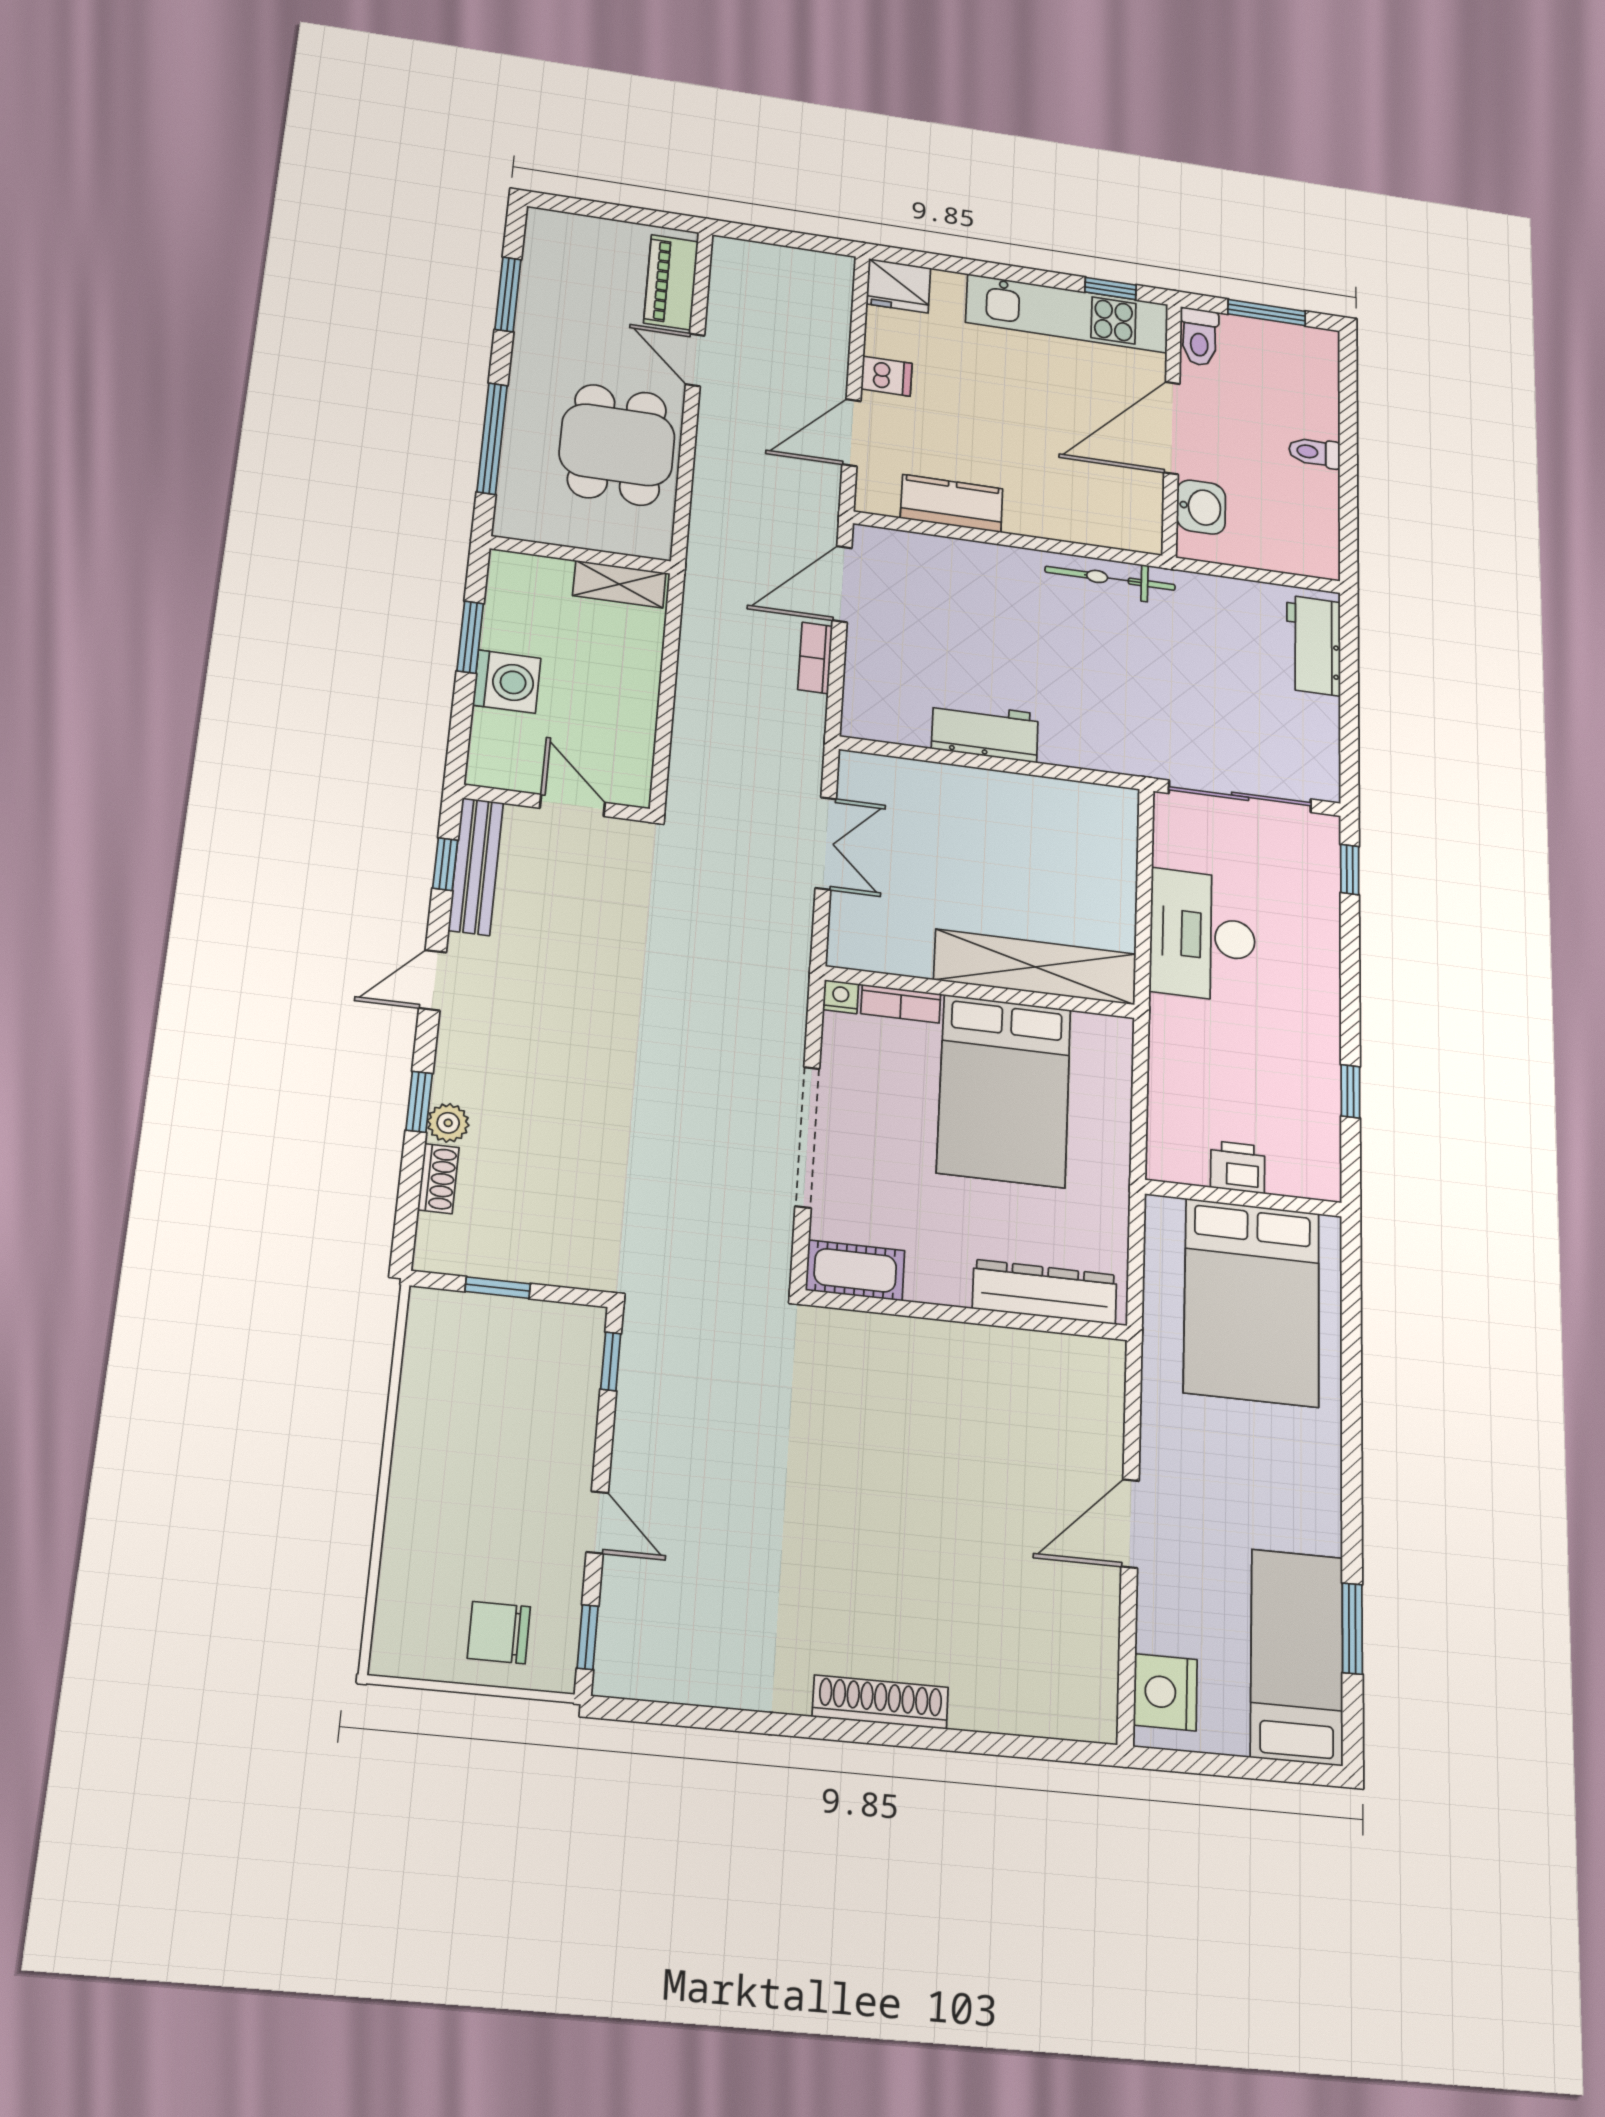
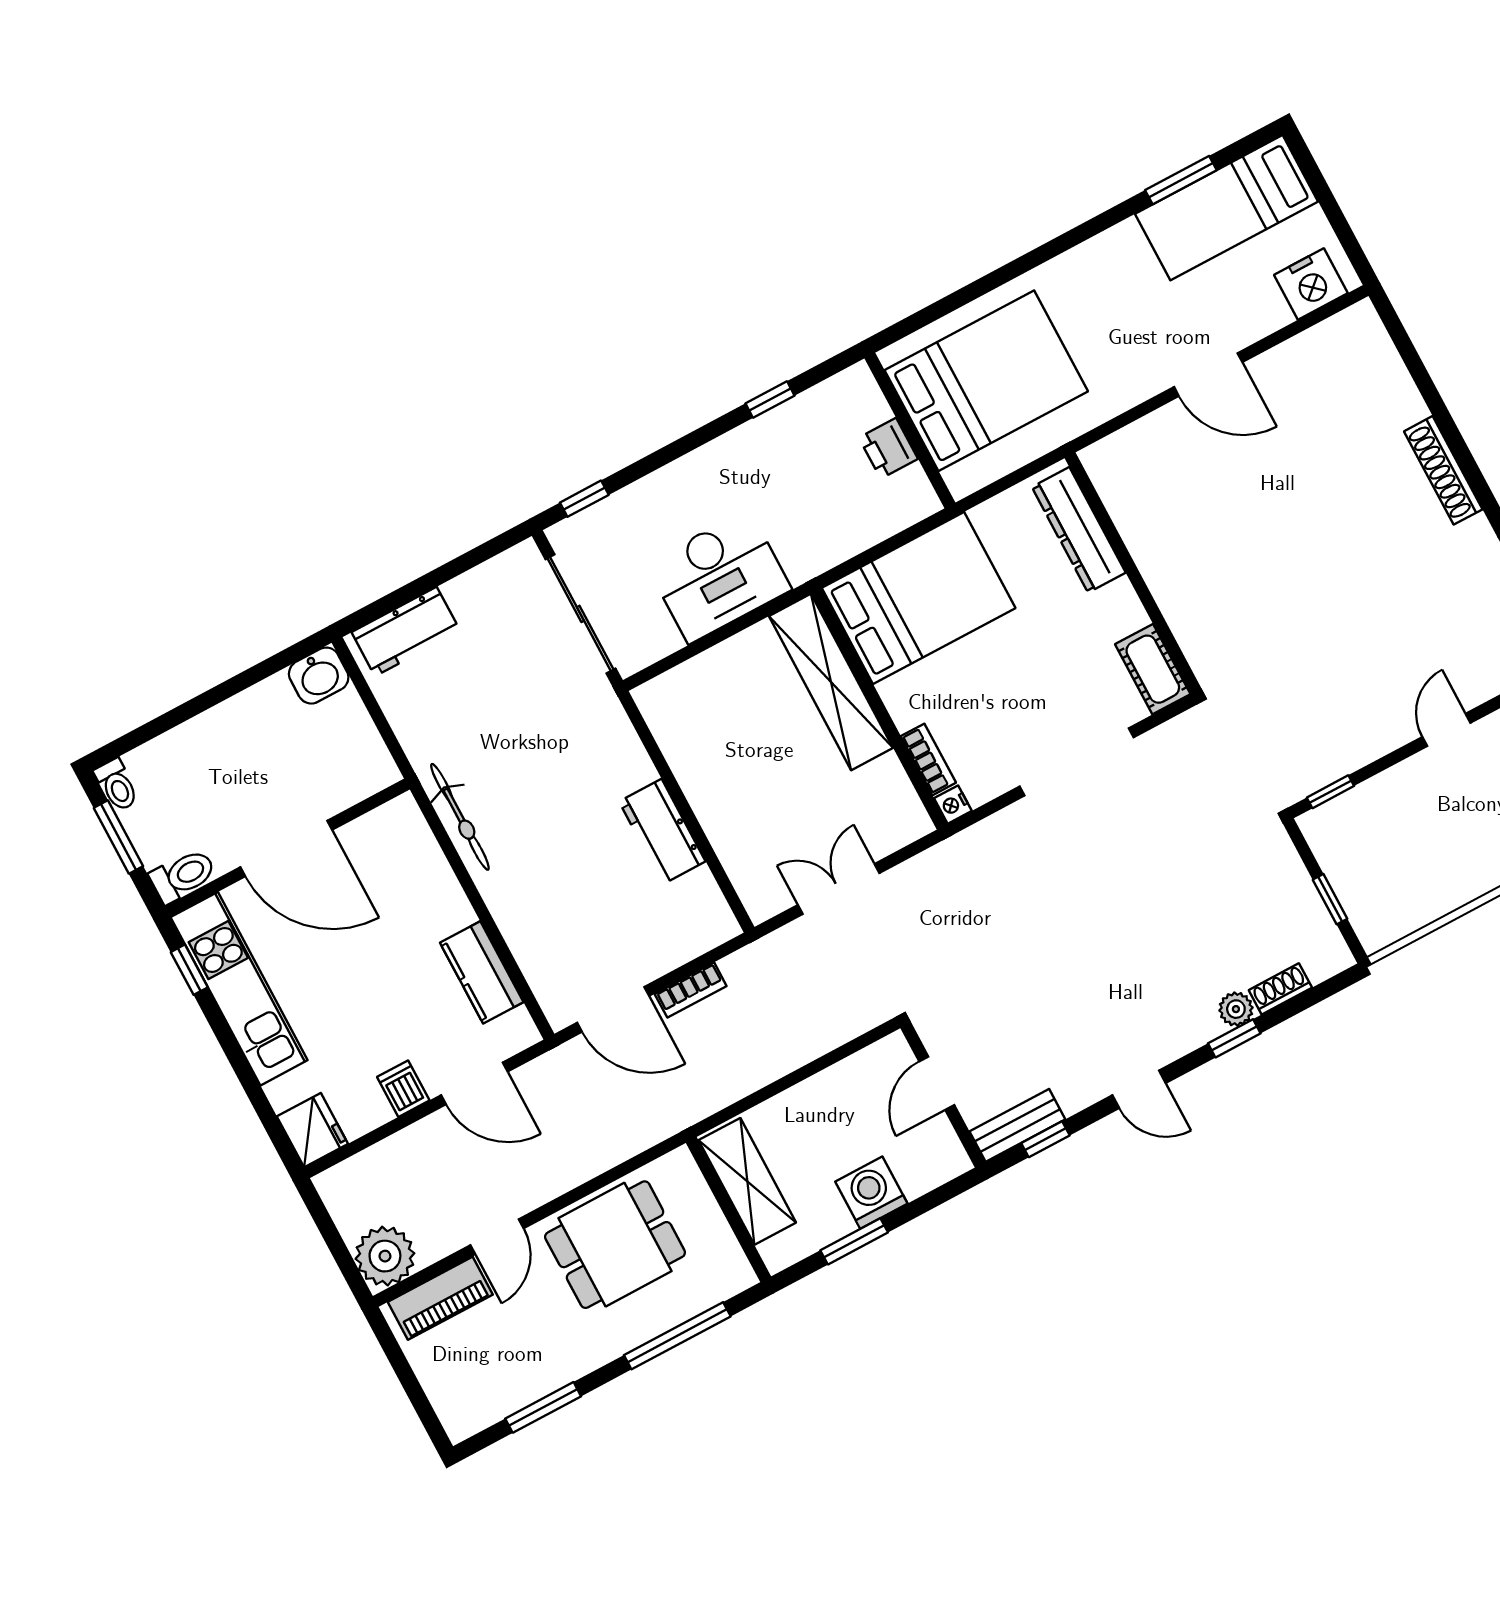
plant: (742, 266) -> (385, 1256), added
toilet: (1315, 452) -> (117, 785), moved
washbasin: (1201, 507) -> (319, 676), moved, turned 180
shelving: (619, 584) -> (747, 1181), width x1.50, depth x1.33
bench: (476, 866) -> (1017, 1125), width x0.73
bed: (1004, 1091) -> (919, 598), moved

